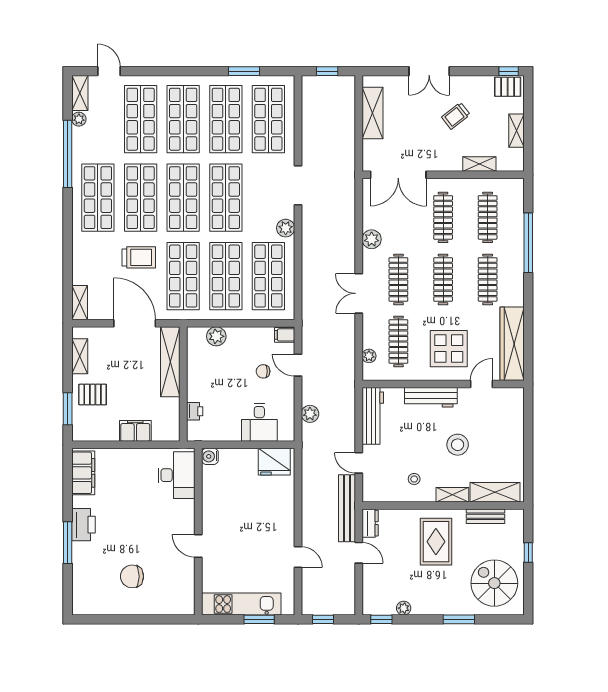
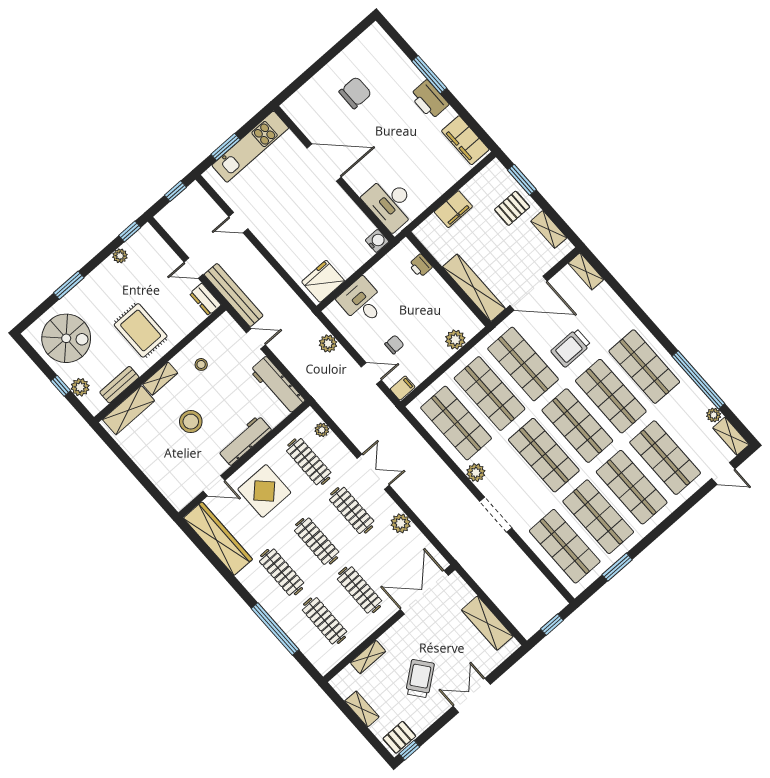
trolley: (456, 116) -> (420, 679), width x1.36, depth x1.39
door: (481, 384) -> (214, 486), hinge flipped
plant: (515, 539) -> (80, 387), added
door: (198, 546) -> (324, 163), width x1.88

